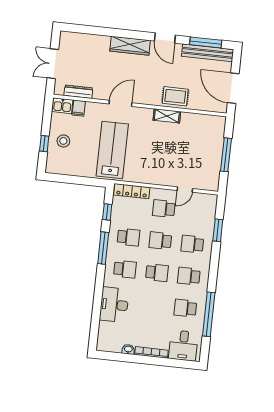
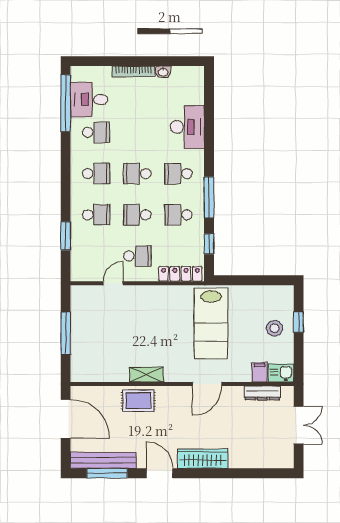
school desk: (160, 241) -> (137, 215), turned 180
window: (209, 314) -> (66, 103), moved
desk: (183, 345) -> (89, 100), moved, turned -90

